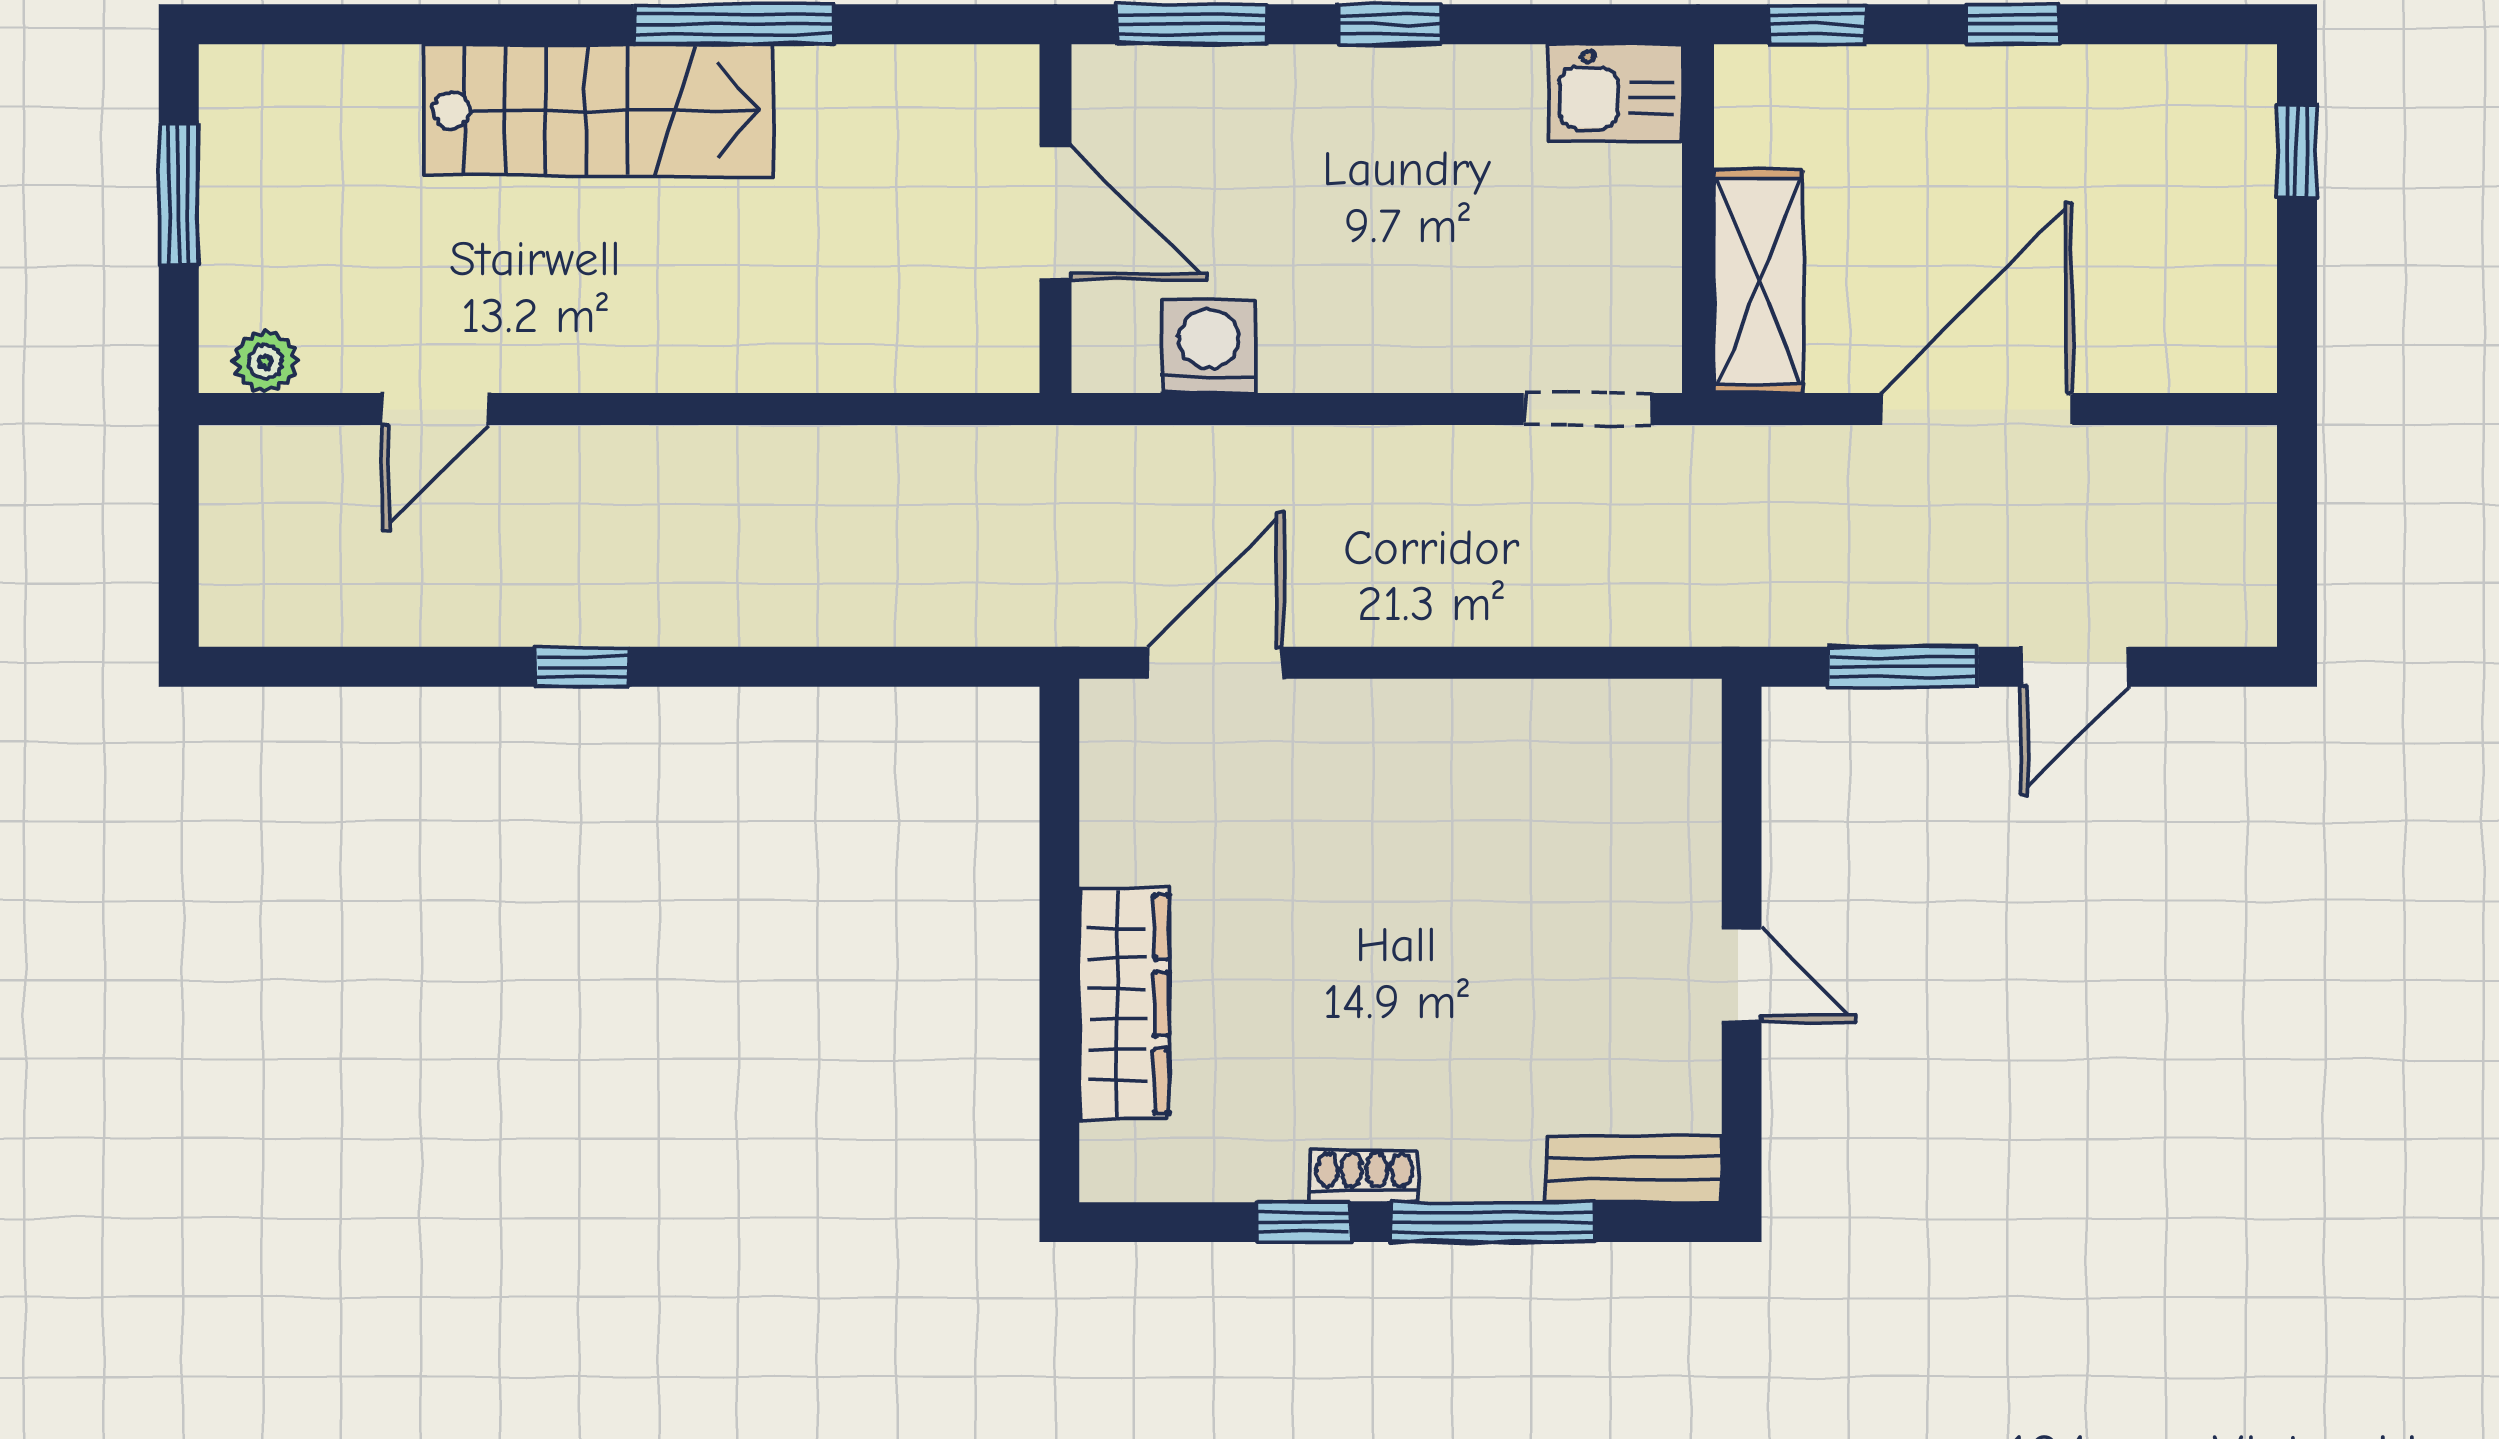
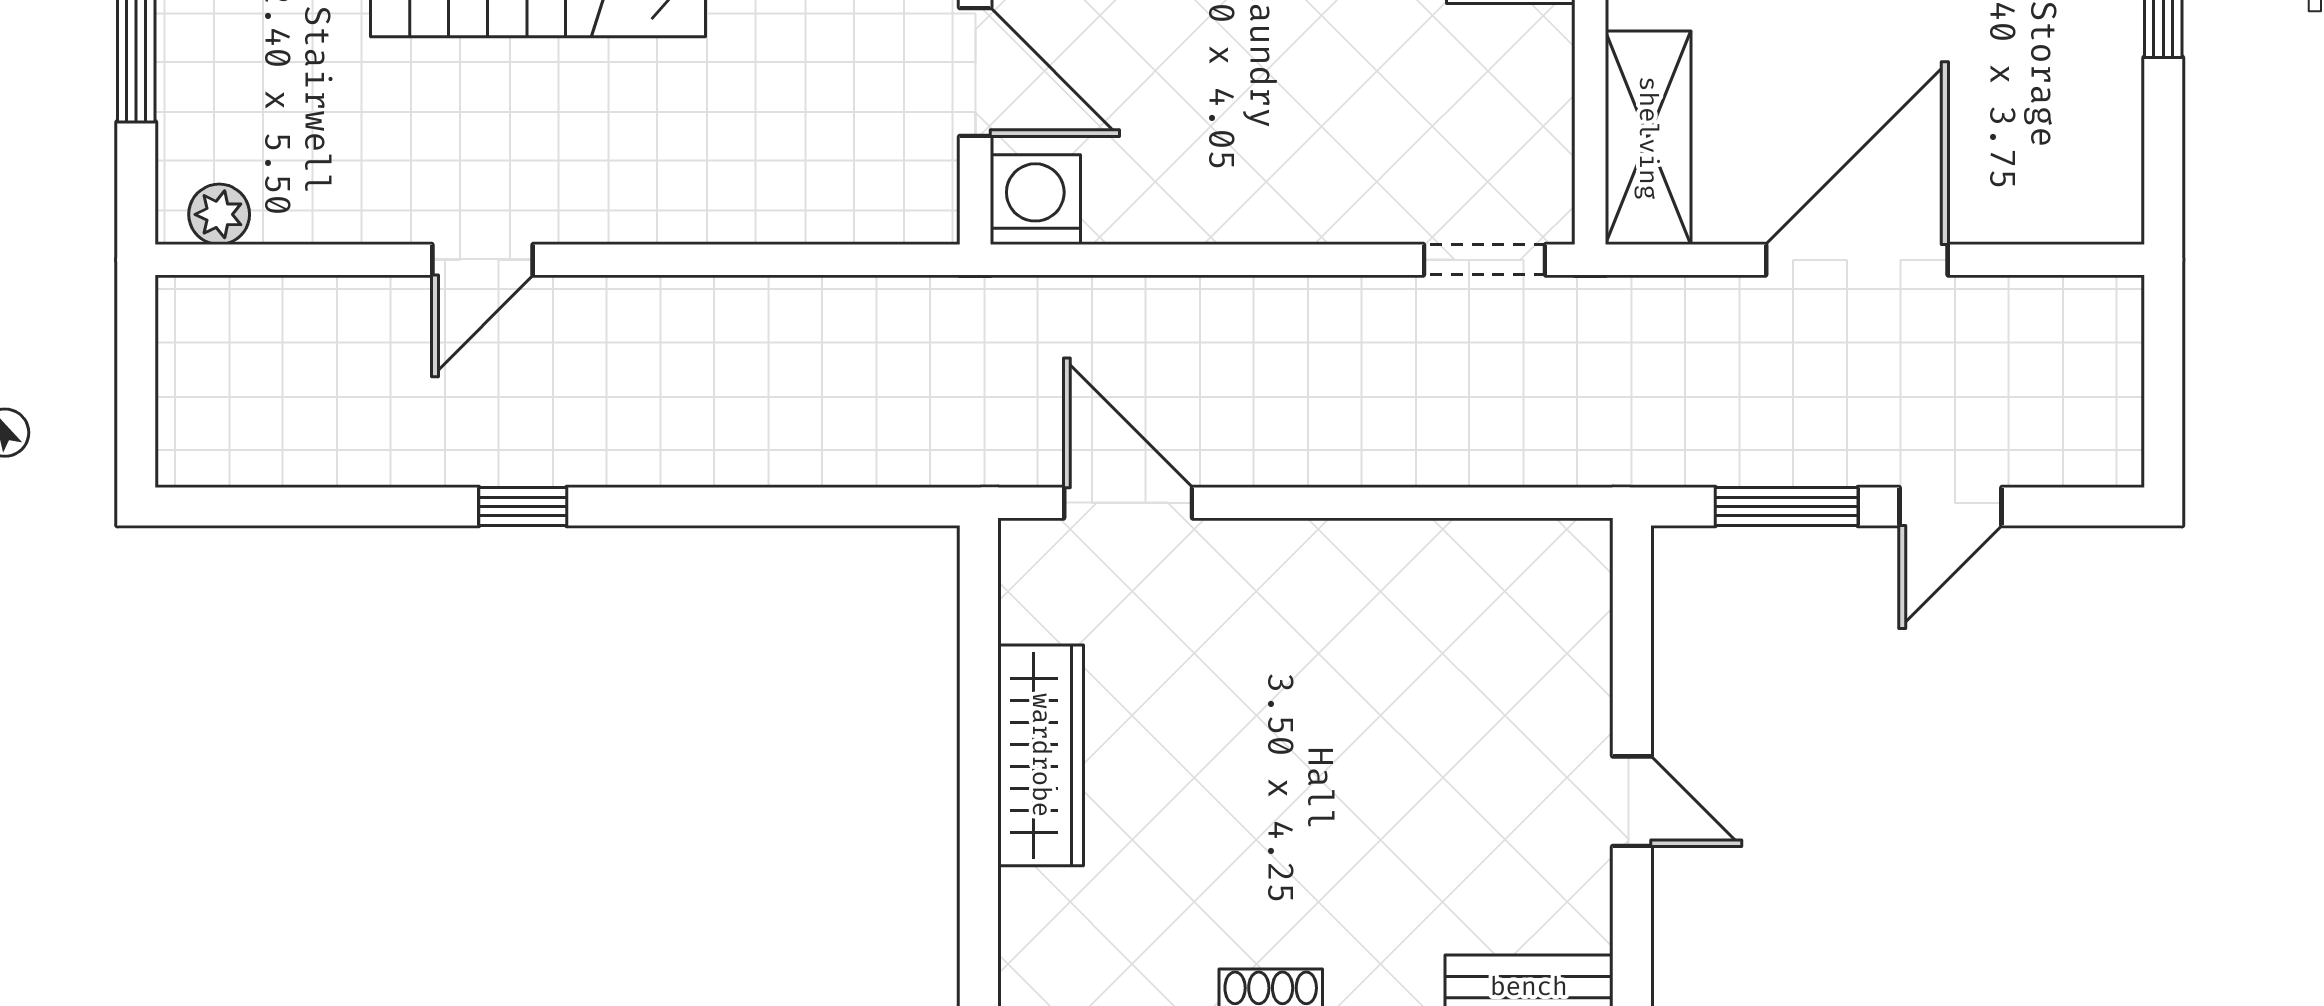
washing machine: (1209, 346) -> (1035, 200), moved
door: (435, 409) -> (483, 260), moved
door: (1215, 663) -> (1128, 503), hinge flipped
wardrobe: (1124, 1004) -> (1041, 755), moved

